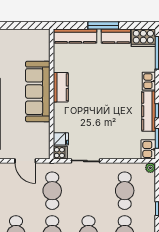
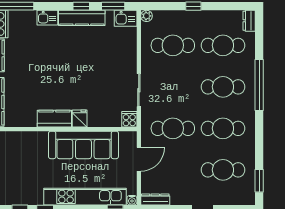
sofa: (38, 92) -> (83, 145), moved
fridge: (61, 139) -> (80, 118), moved

